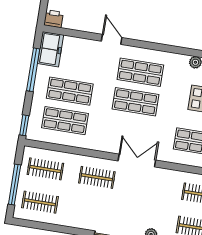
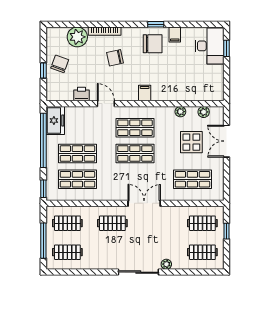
printer: (54, 19) -> (81, 94), moved
filing cabinet: (158, 34) -> (145, 93), added
window: (33, 70) -> (43, 140), width x1.46

